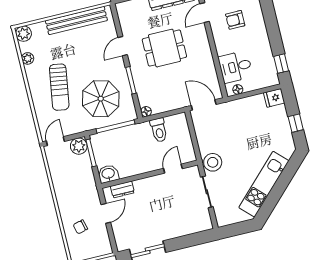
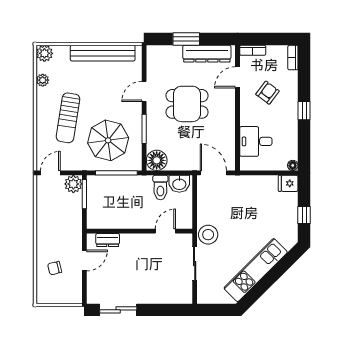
armchair: (235, 20) -> (267, 93), turned 127
window: (281, 64) -> (304, 111), moved
floor lamp: (238, 89) -> (293, 165), moved
floor lamp: (146, 112) -> (157, 160), width x1.89, depth x1.89
washbasin: (108, 174) -> (179, 184), moved, turned 180

